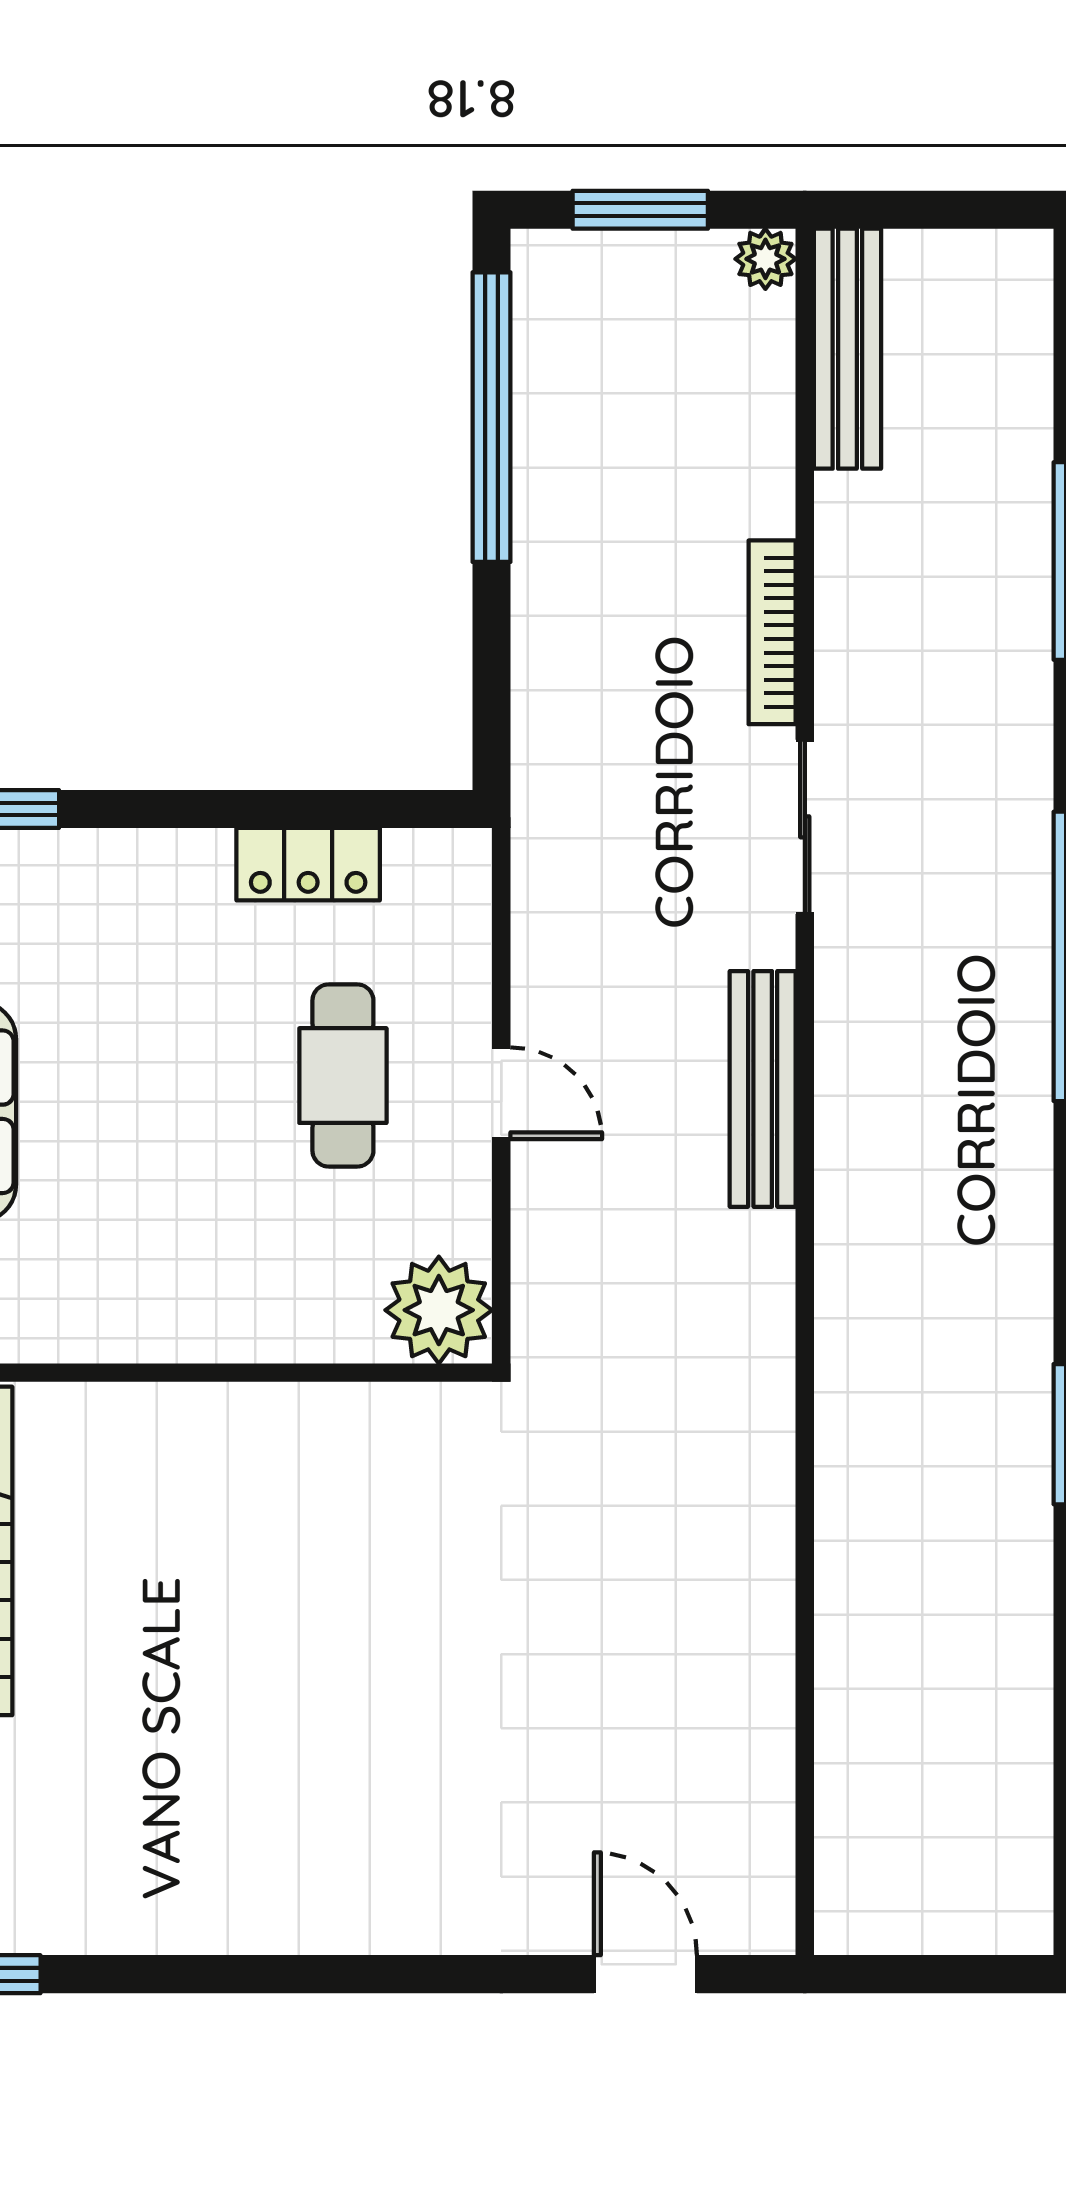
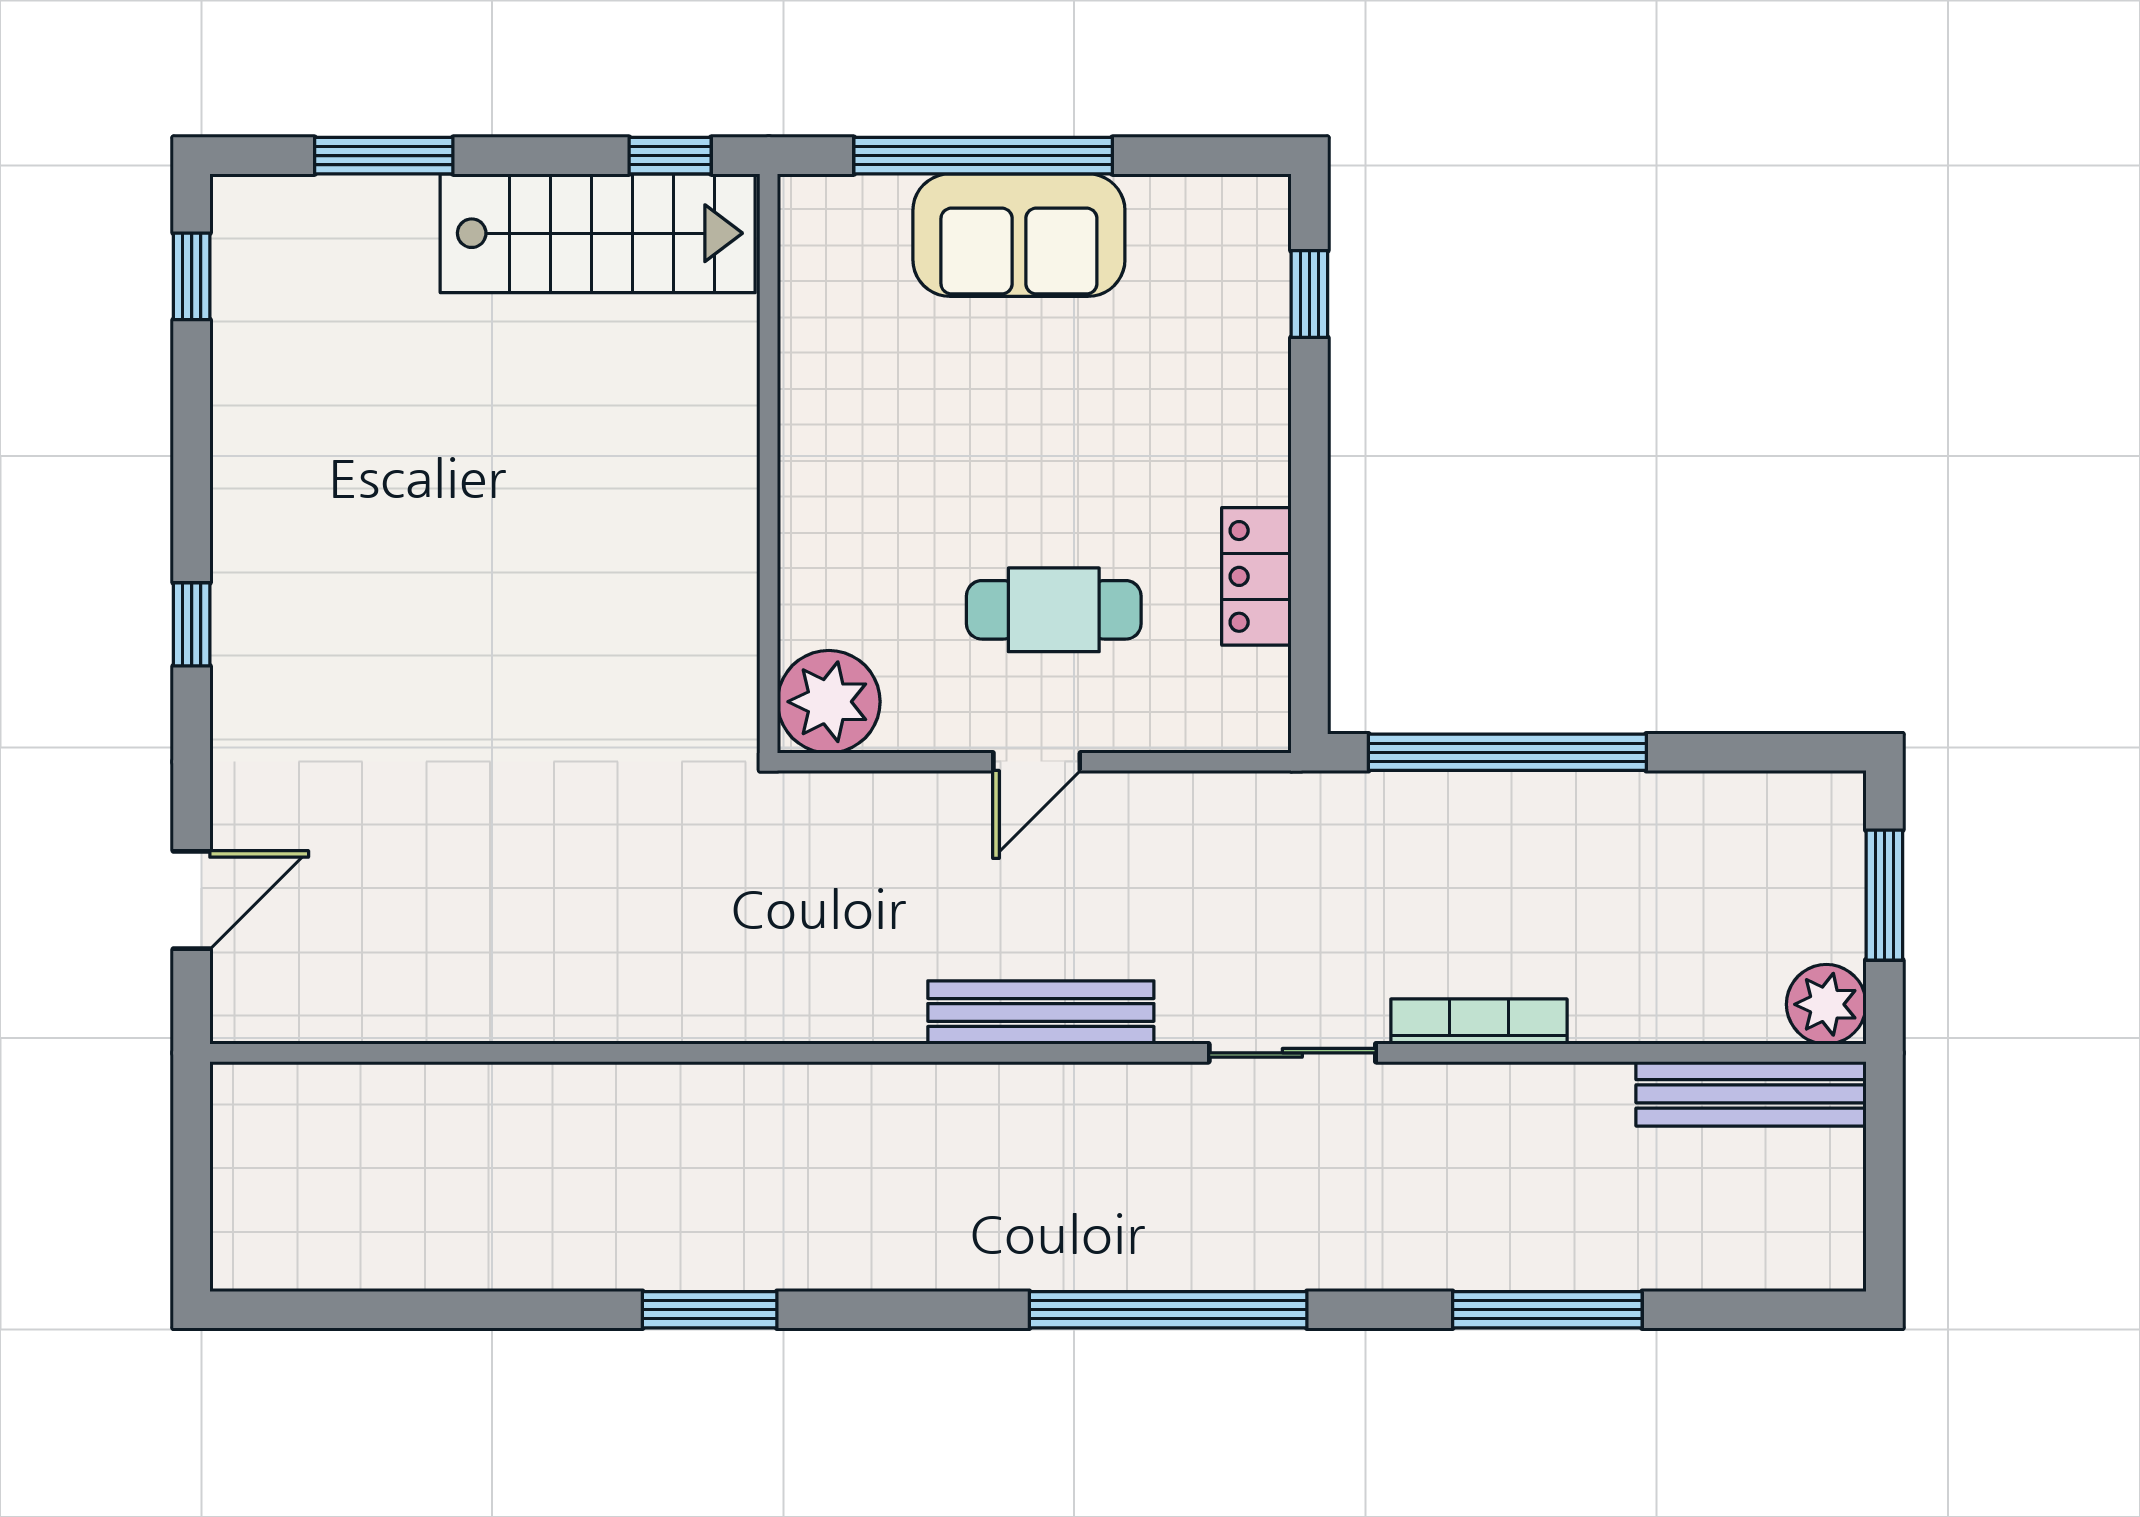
plant: (765, 259) -> (1826, 1004), width x1.38, depth x1.38
window: (491, 417) -> (1507, 752), moved
window: (358, 1974) -> (192, 624), added

